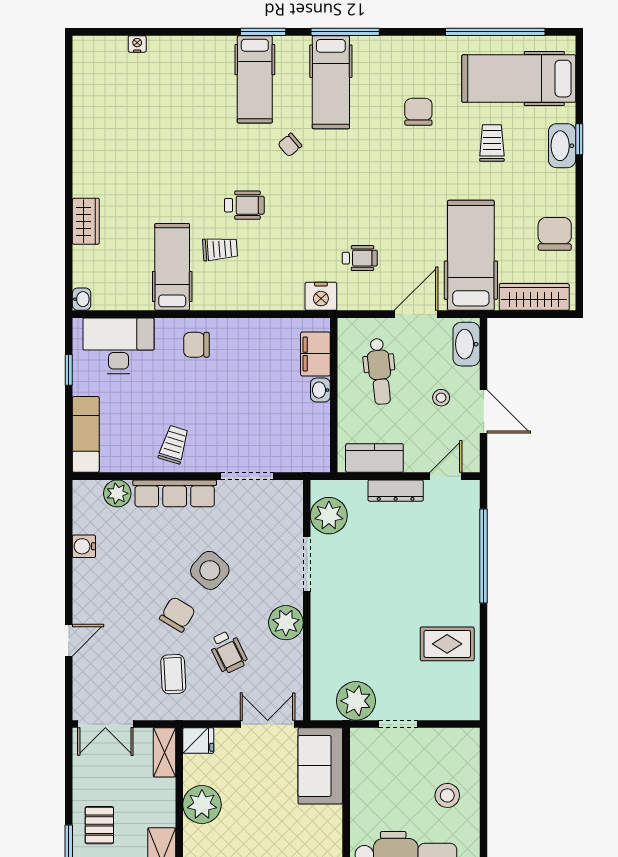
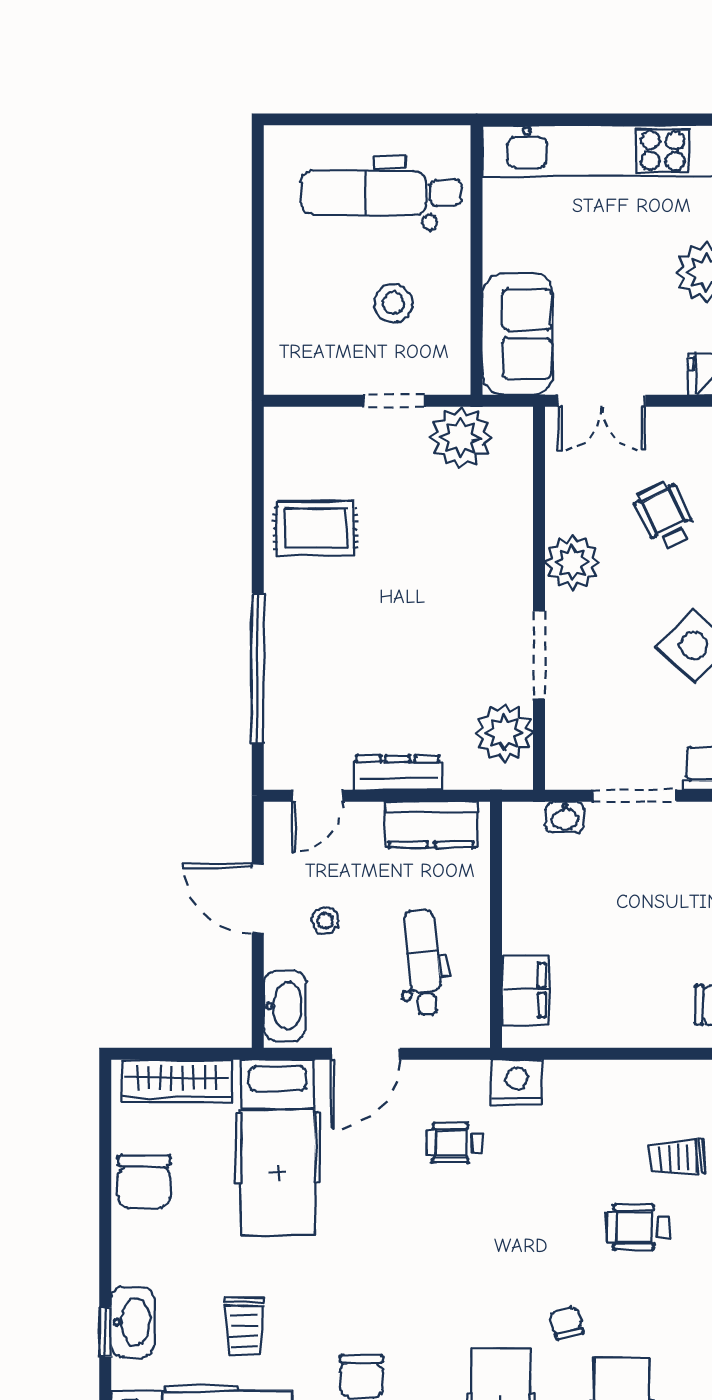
chair: (290, 145) -> (566, 1323), turned -65
washbasin: (320, 390) -> (565, 817), moved, turned 90
stool: (447, 795) -> (393, 303), moved

